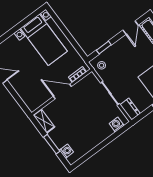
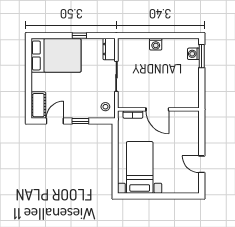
window: (104, 47) -> (80, 121), moved
shelving: (44, 121) -> (193, 95), removed
washing machine: (117, 125) -> (156, 44), moved
window: (52, 144) -> (202, 56), moved

